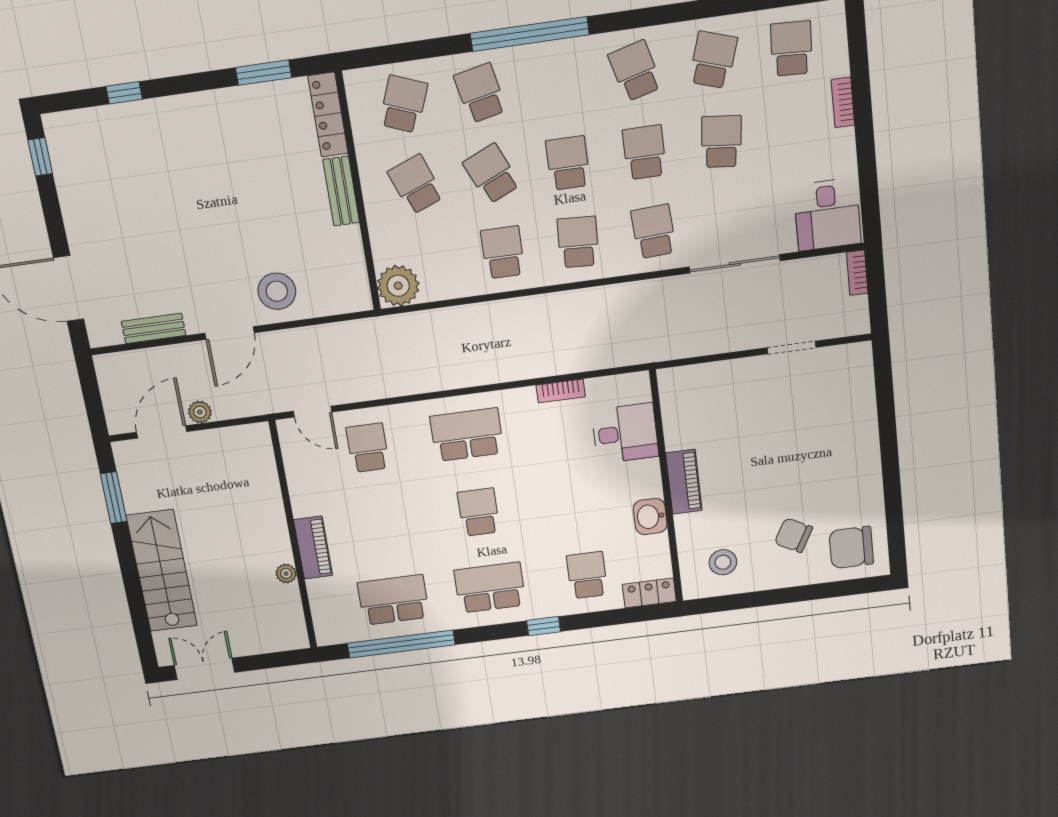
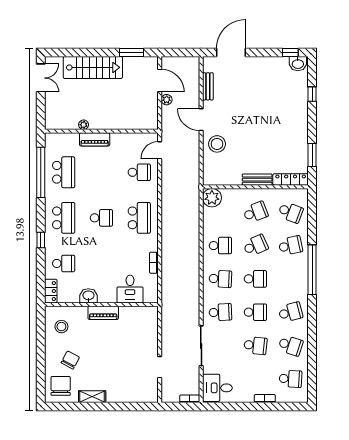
washbasin: (62, 136) -> (298, 64), added
shelving: (869, 481) -> (92, 397), added

